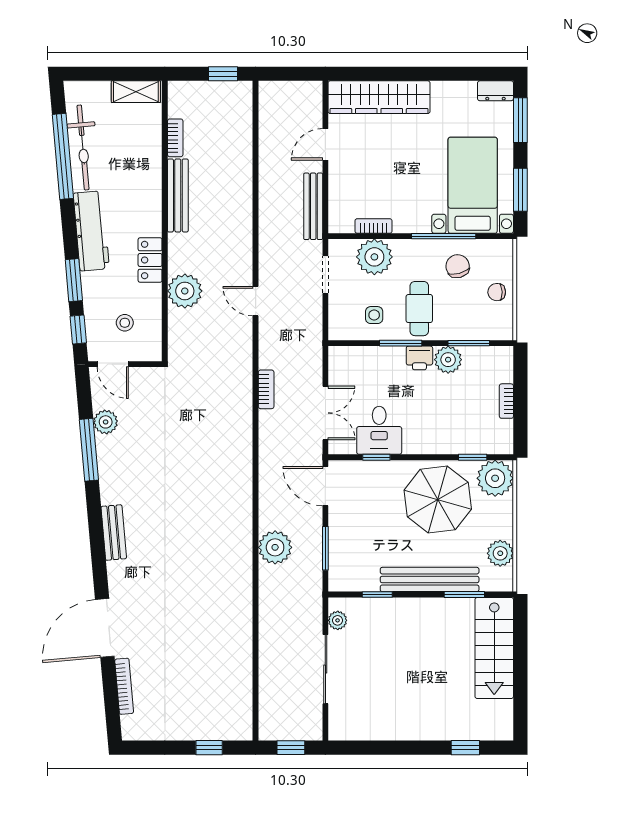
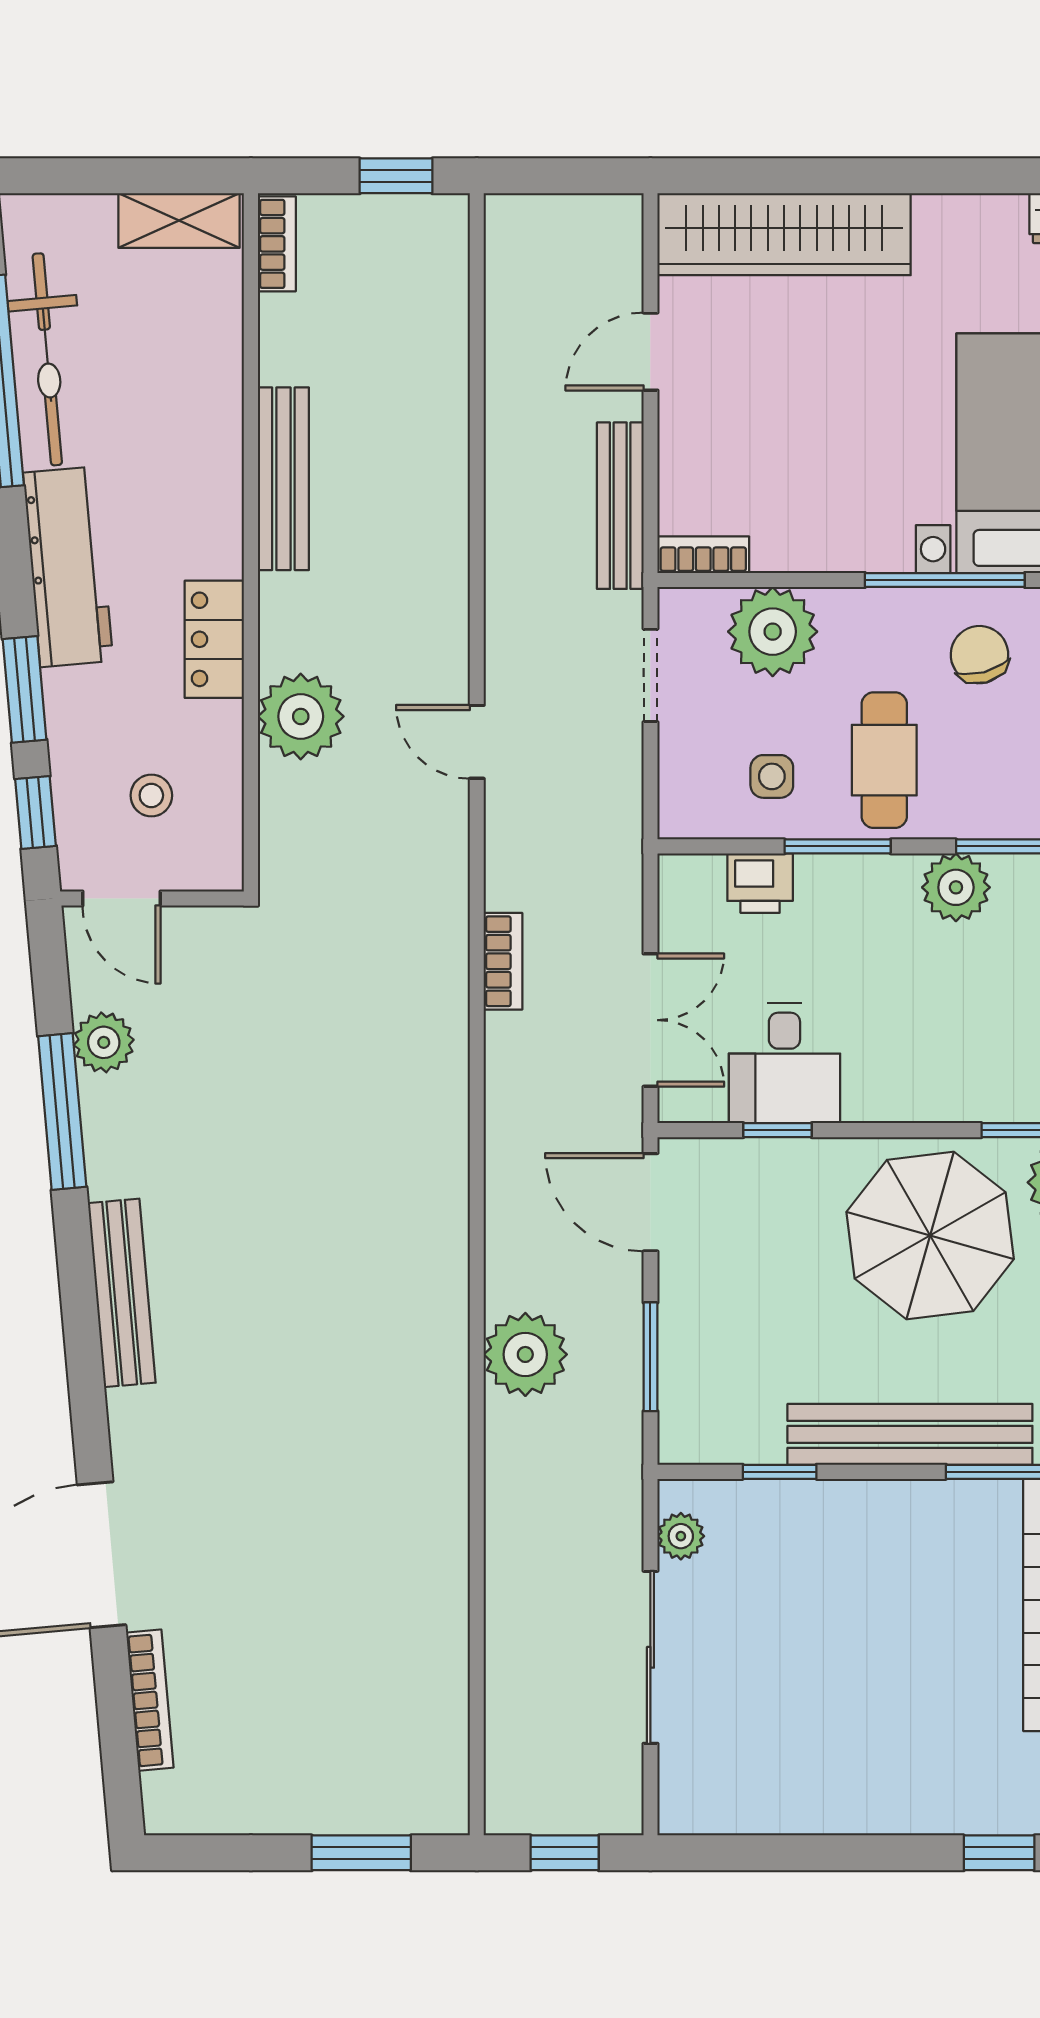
bookcase: (175, 138) -> (277, 244), moved
bookcase: (373, 226) -> (703, 555), moved
printer: (419, 358) -> (760, 883), moved
bench: (114, 532) -> (122, 1293), width x1.36
window: (209, 748) -> (361, 1853), width x1.50

